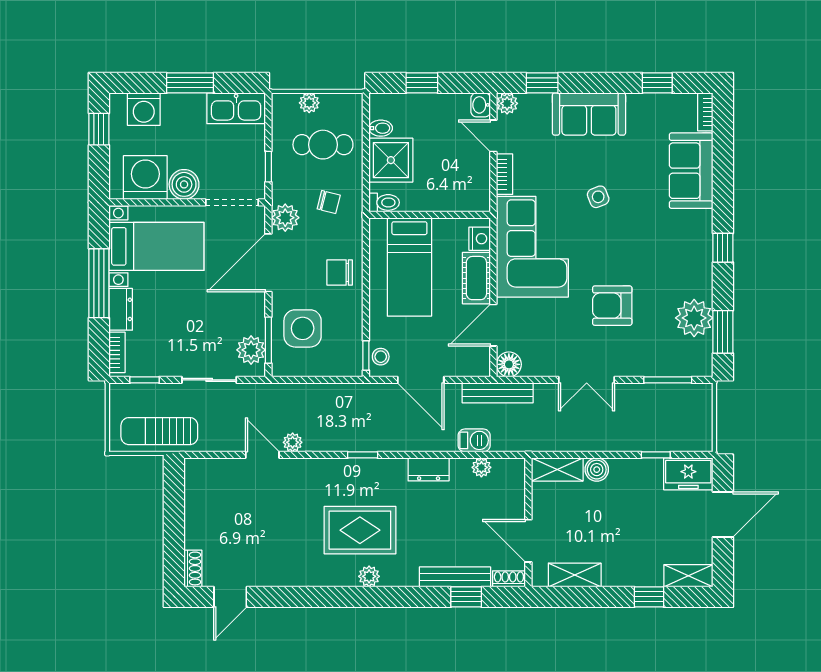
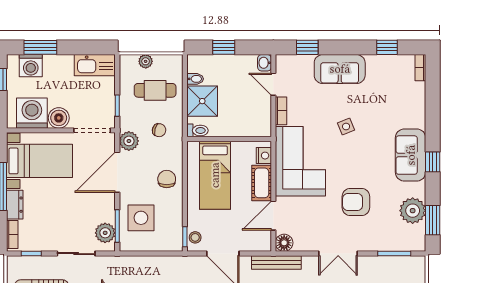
window: (190, 83) -> (40, 47), moved
plant: (507, 103) -> (283, 62), removed
sofa: (691, 171) -> (411, 155), moved
chair: (340, 272) -> (167, 179), turned 90

